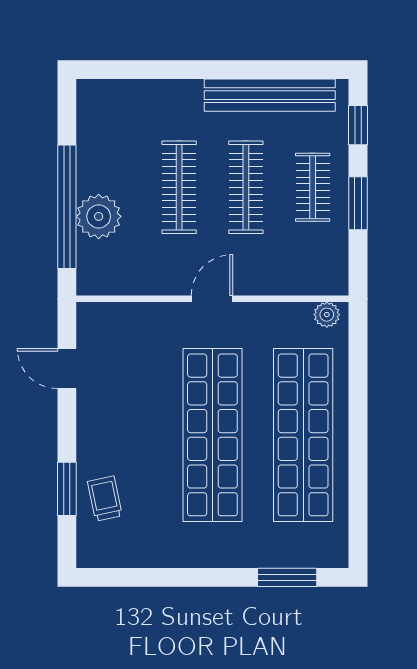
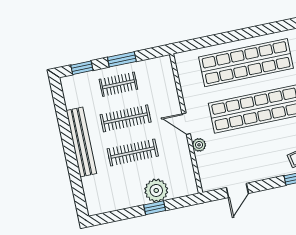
bench: (270, 95) -> (81, 142), moved
window: (67, 207) -> (155, 208), width x0.32
plant: (327, 315) -> (199, 145), moved

